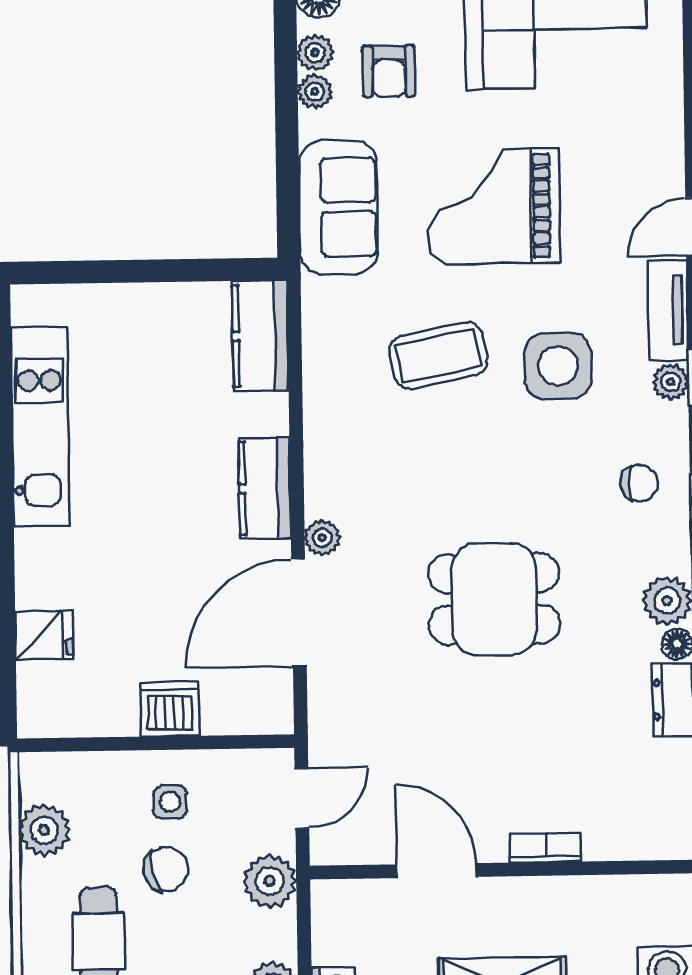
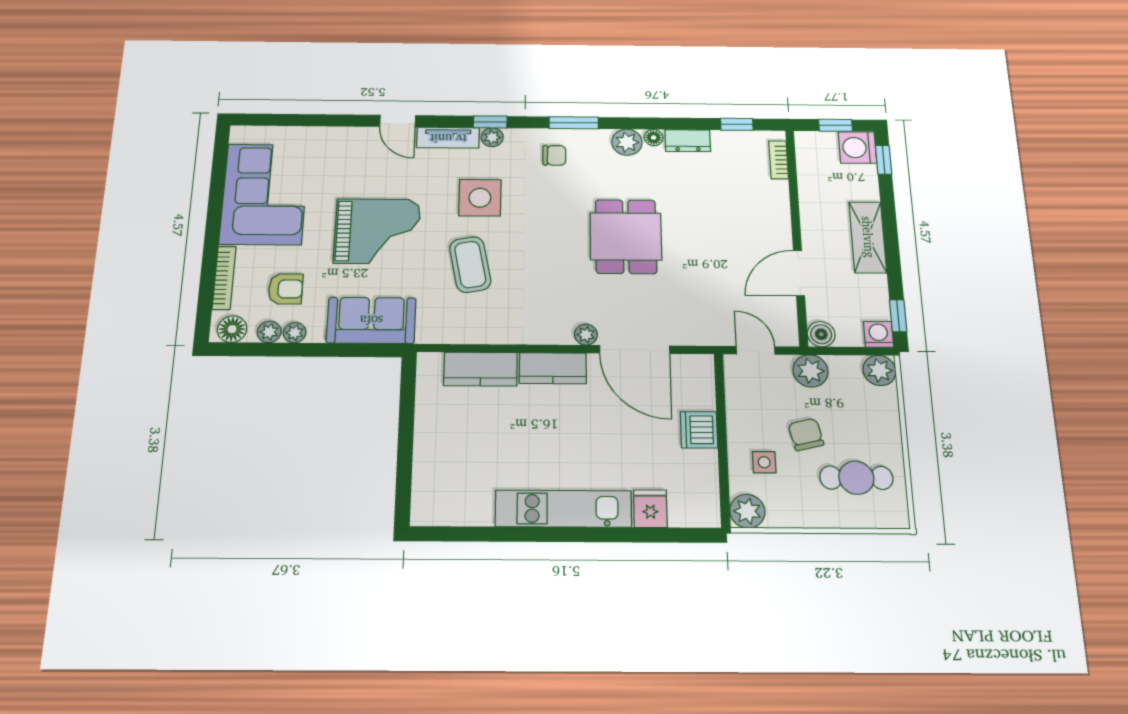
grand piano: (494, 206) -> (377, 231), turned -90
kitchen counter: (260, 336) -> (481, 369), moved
kitchen unit: (40, 426) -> (563, 509), moved
chair: (639, 483) -> (554, 155), turned 93
side table: (170, 802) -> (764, 462), moved
plant: (44, 830) -> (747, 511), moved
bookcase: (546, 848) -> (779, 160), moved
boiler: (332, 900) -> (821, 334), added

